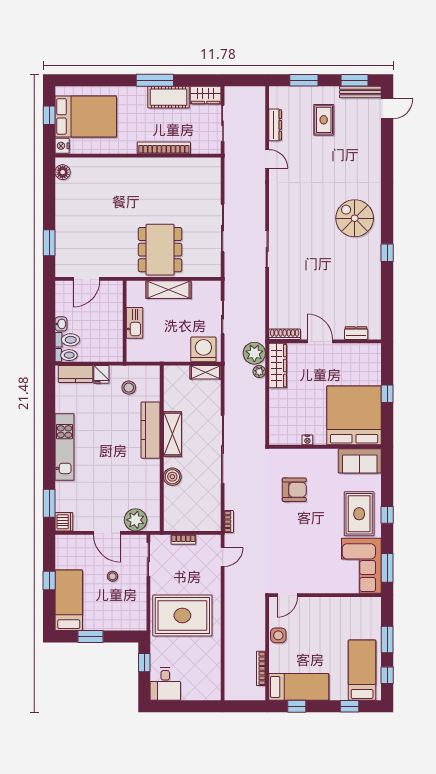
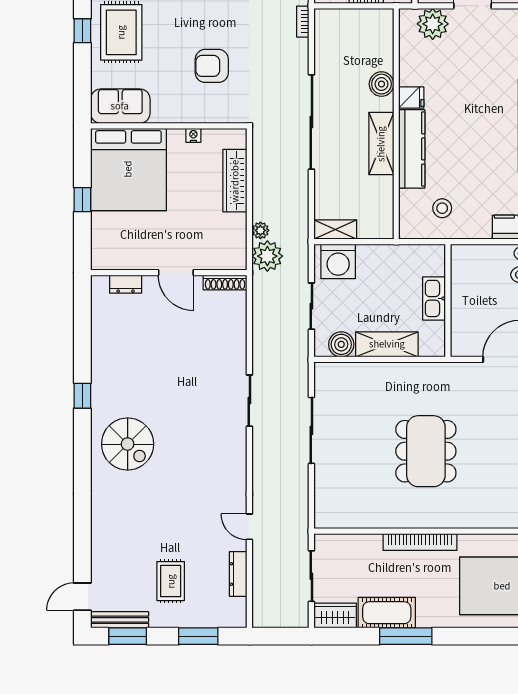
bookcase: (164, 148) -> (420, 542), moved
dining table: (160, 250) -> (426, 451), moved
boiler: (201, 290) -> (341, 344), added
wardrobe: (278, 366) -> (235, 181), moved
fridge: (101, 374) -> (411, 98), moved, turned 90

